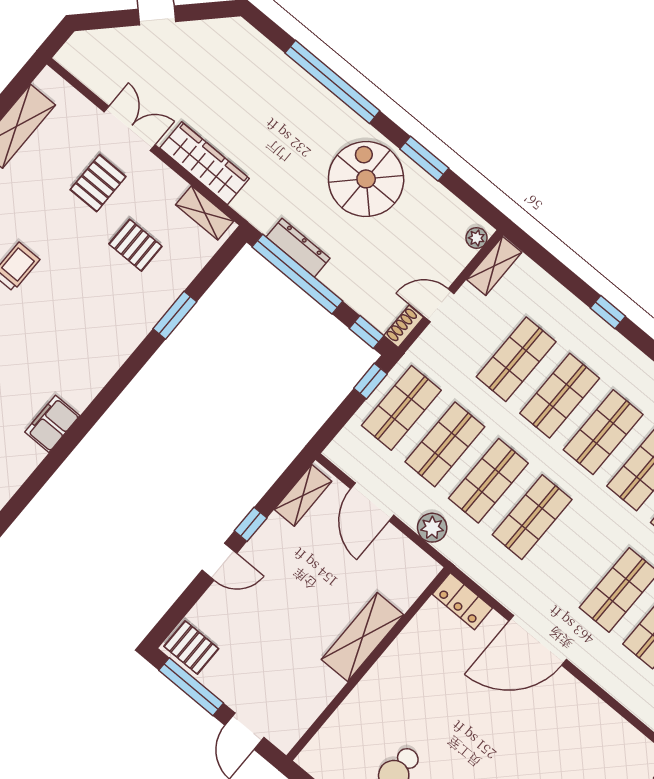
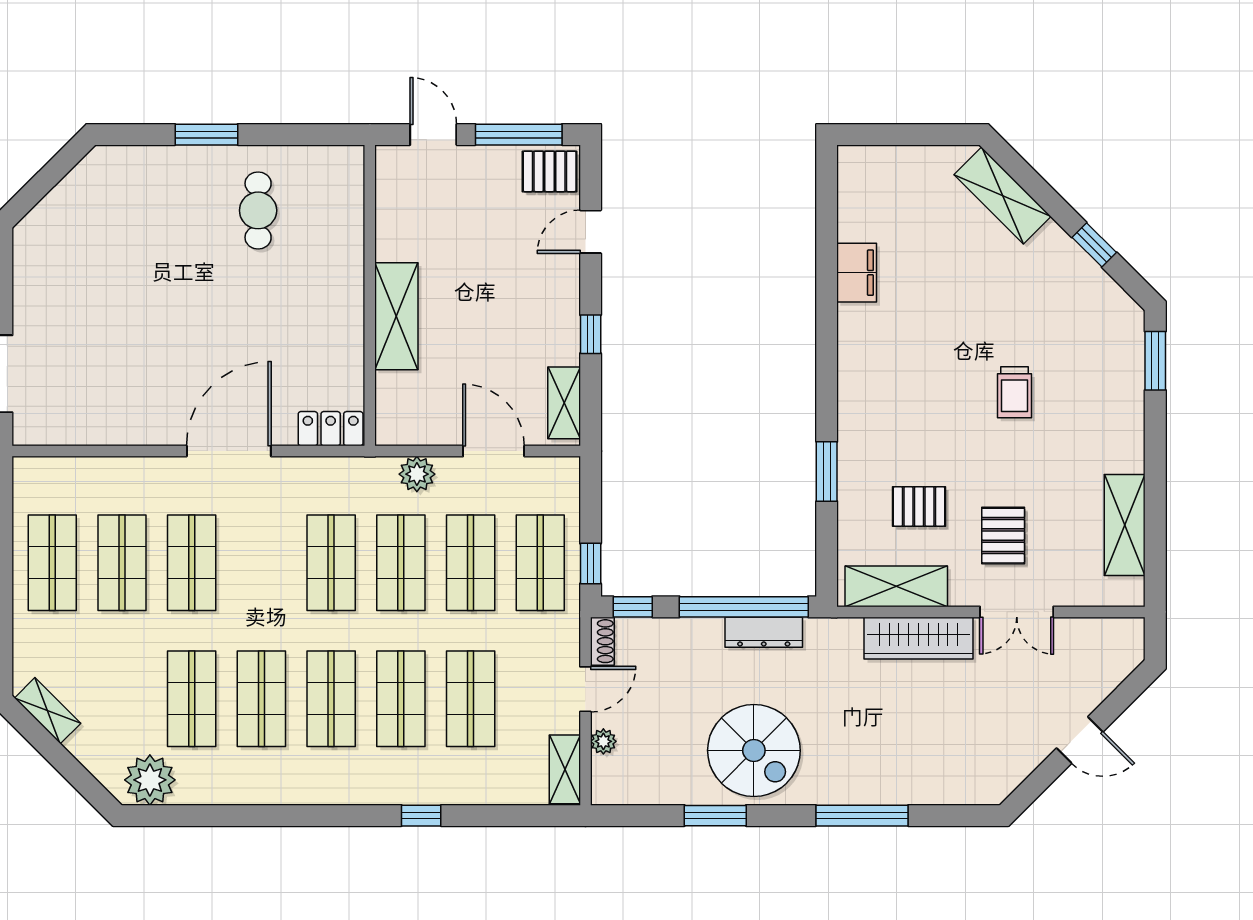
window: (332, 82) -> (862, 816), width x0.68
shelving: (205, 213) -> (896, 586), width x1.50, depth x1.33
plant: (476, 238) -> (603, 741), moved
door: (219, 562) -> (591, 232), moved

